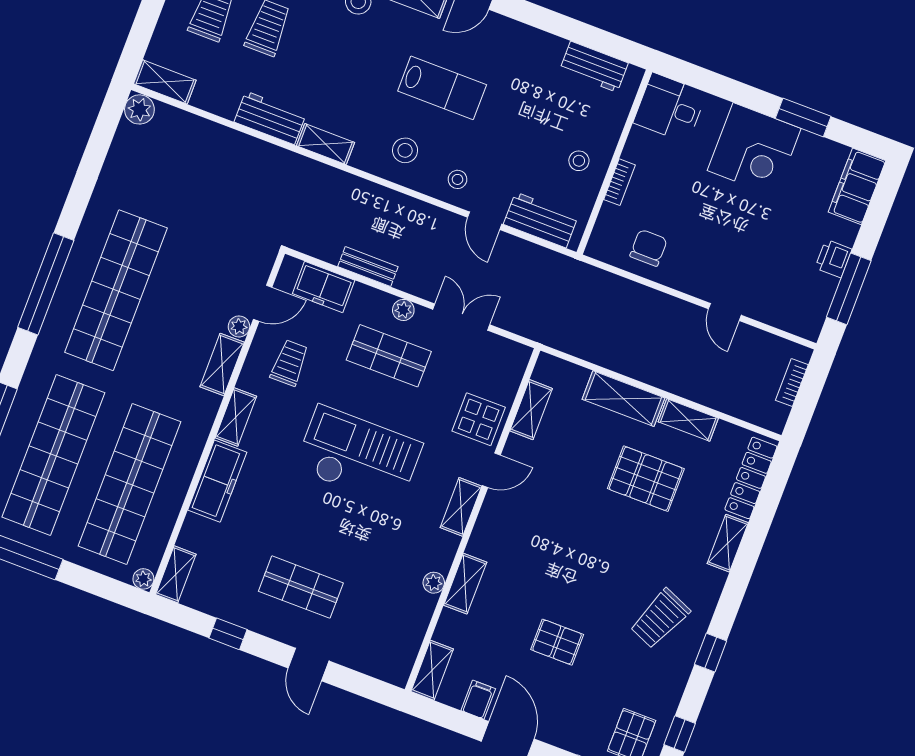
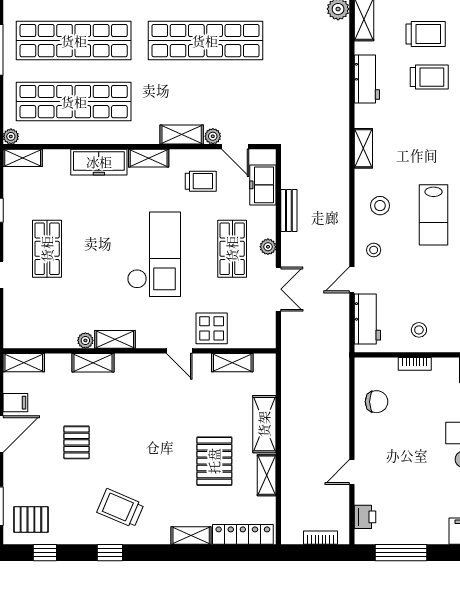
workbench: (270, 118) -> (367, 79), moved
printer: (833, 259) -> (365, 517), moved, turned 90
shelving: (461, 507) -> (115, 339), moved

